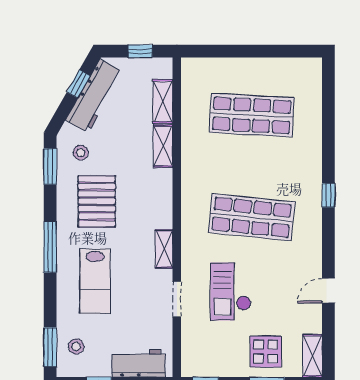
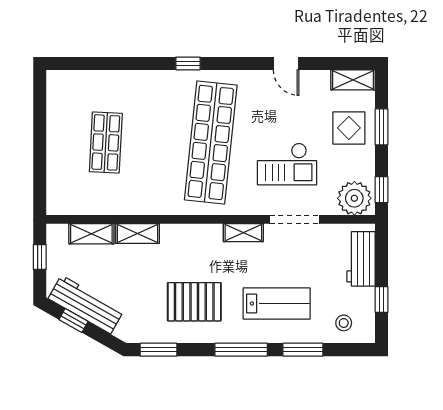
shop shelf: (252, 115) -> (106, 142), width x0.70, depth x0.74
stool: (81, 153) -> (144, 318), removed
shop shelf: (252, 217) -> (211, 142), width x1.40
doorway: (177, 299) -> (295, 219), width x1.38
window: (50, 347) -> (303, 350), moved
plant: (197, 357) -> (354, 198), added

